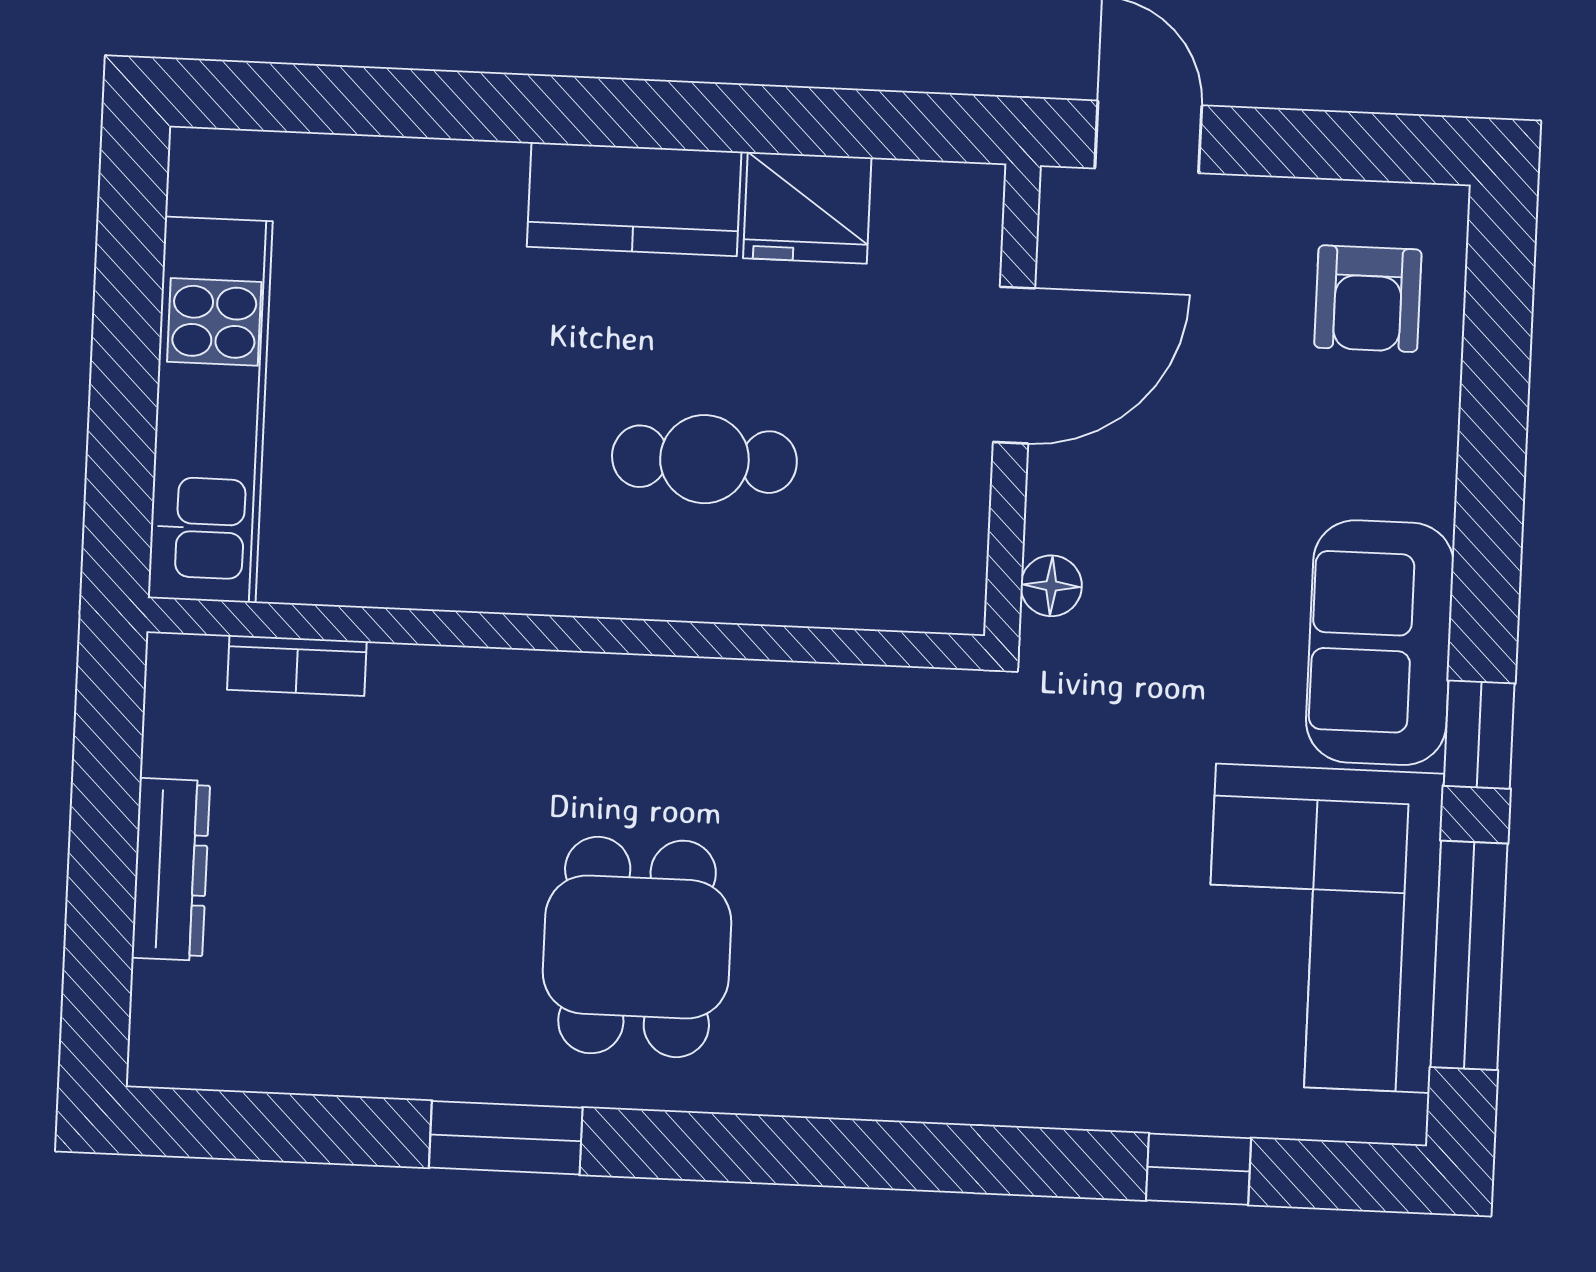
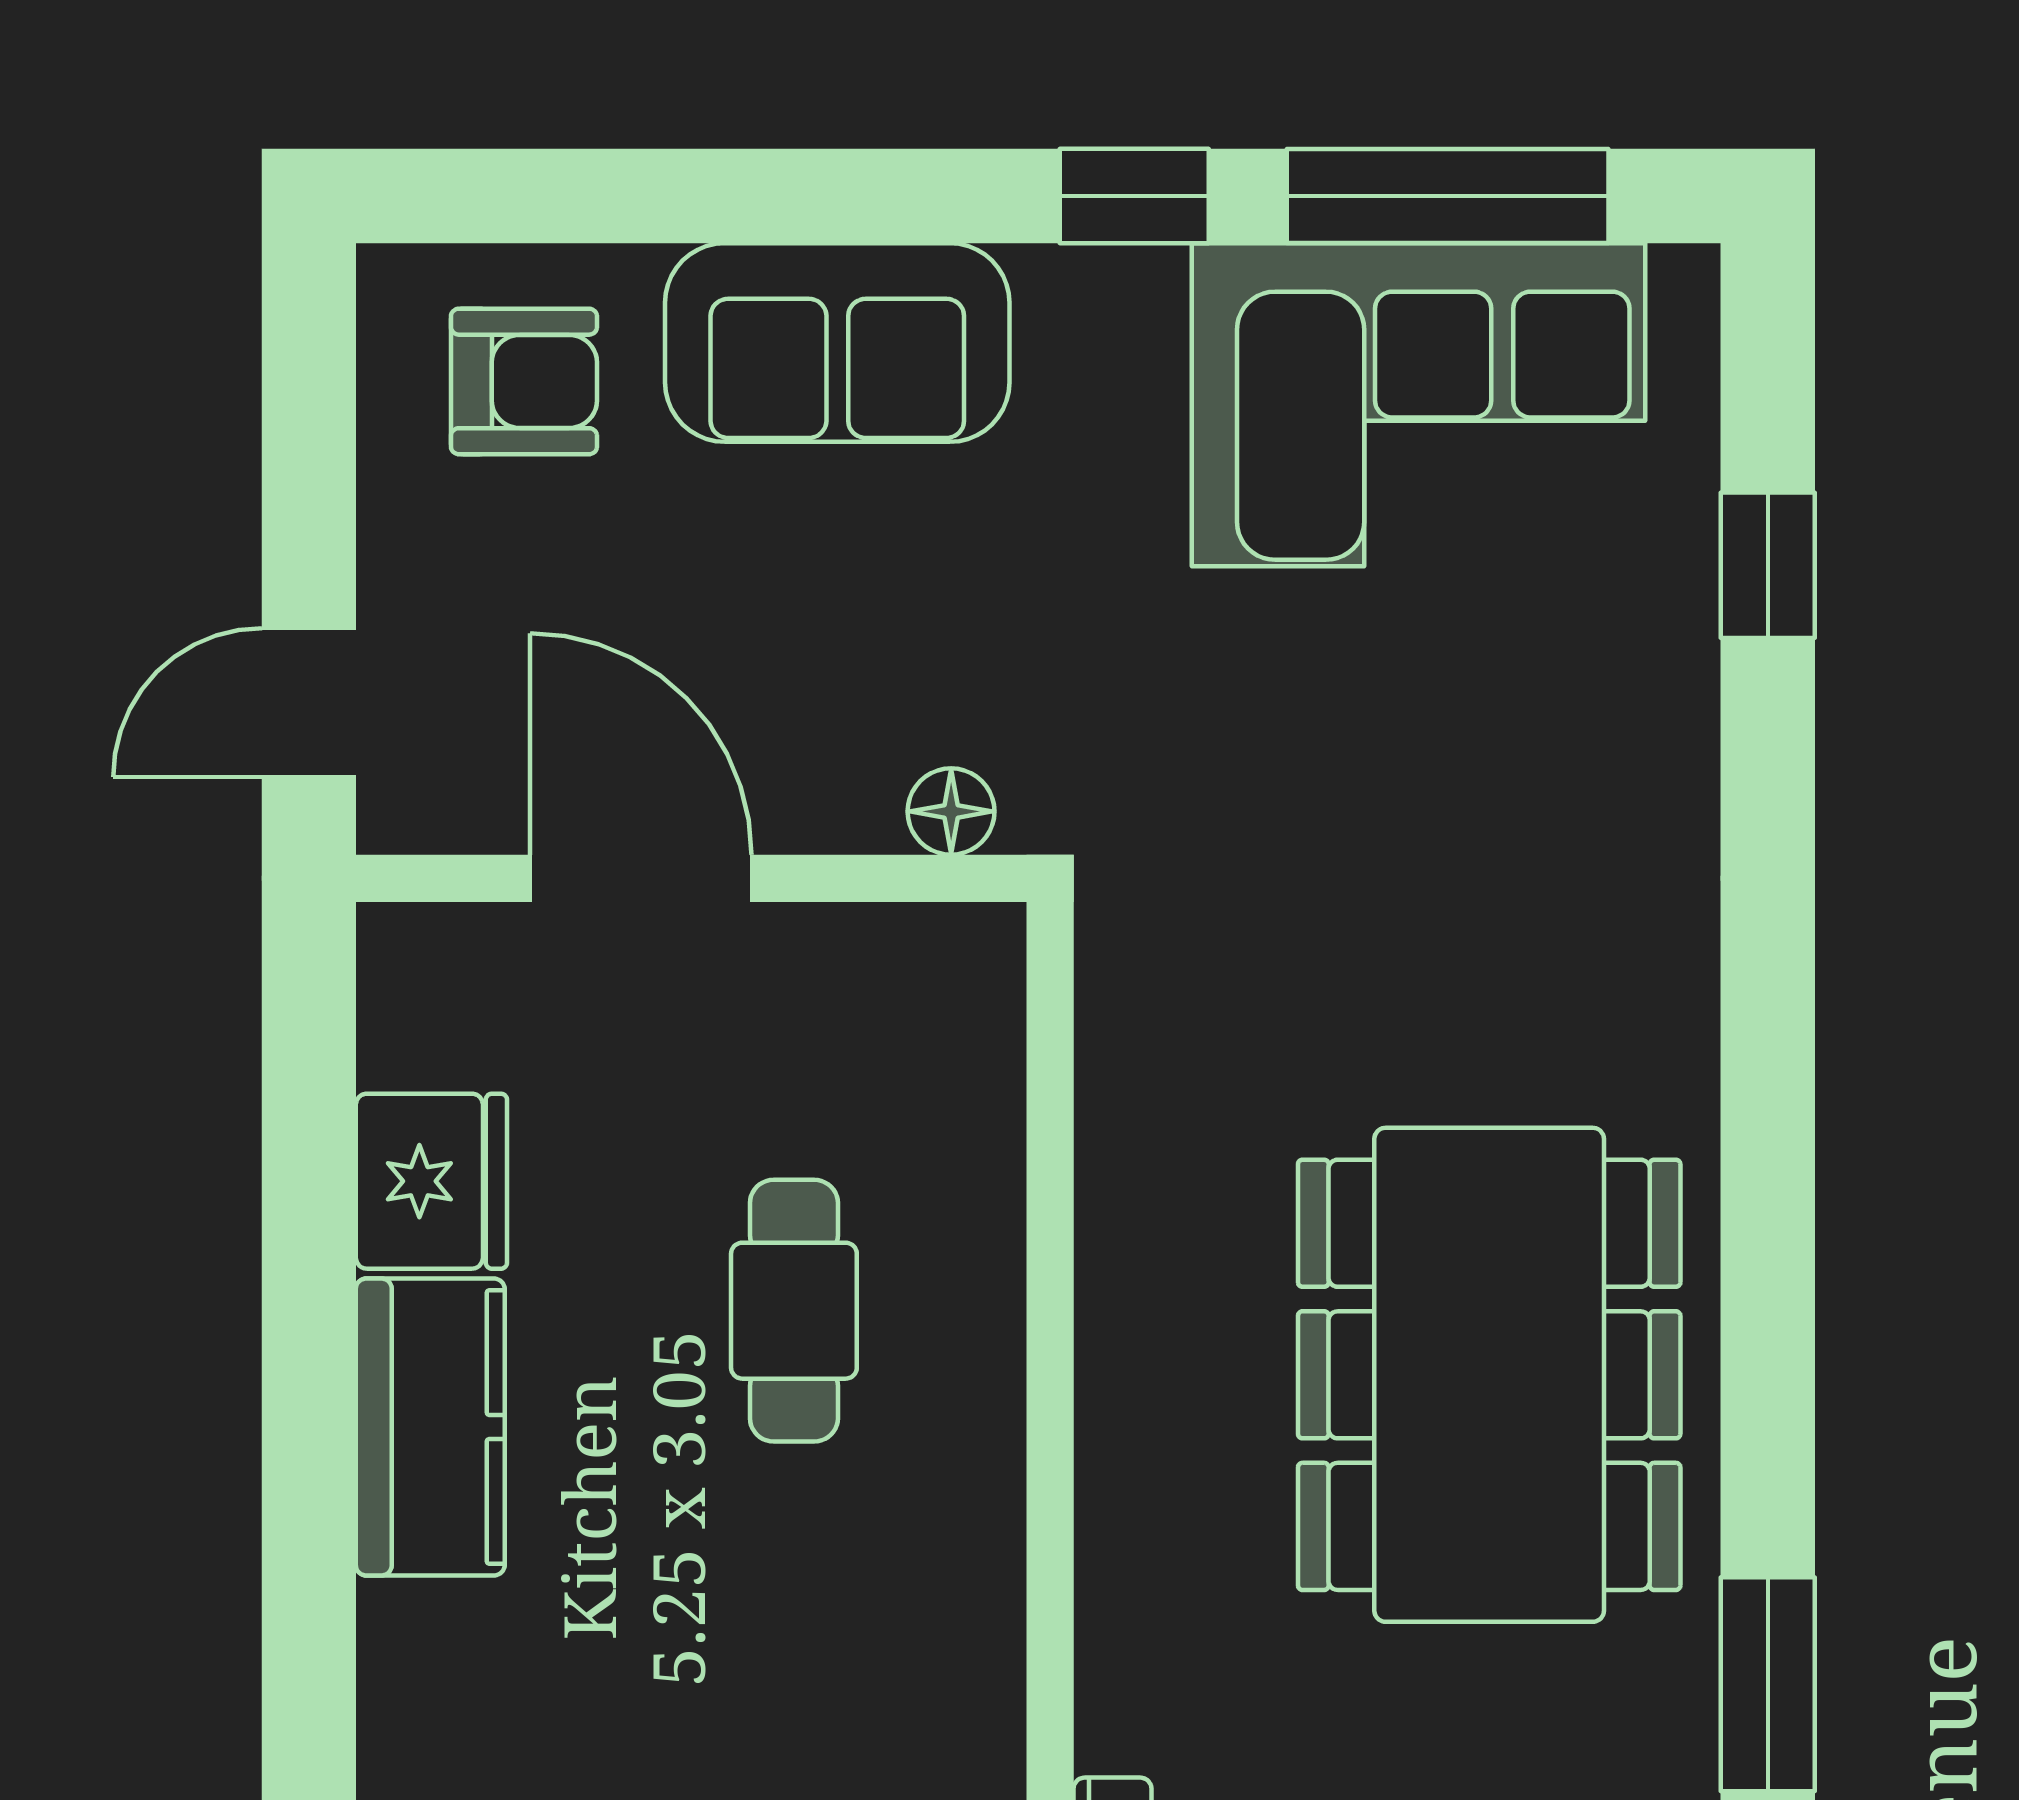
sofa: (1380, 643) -> (837, 343), moved
dining table: (637, 947) -> (1489, 1375), width x1.88, depth x1.24
window: (506, 1138) -> (1768, 1684), moved

